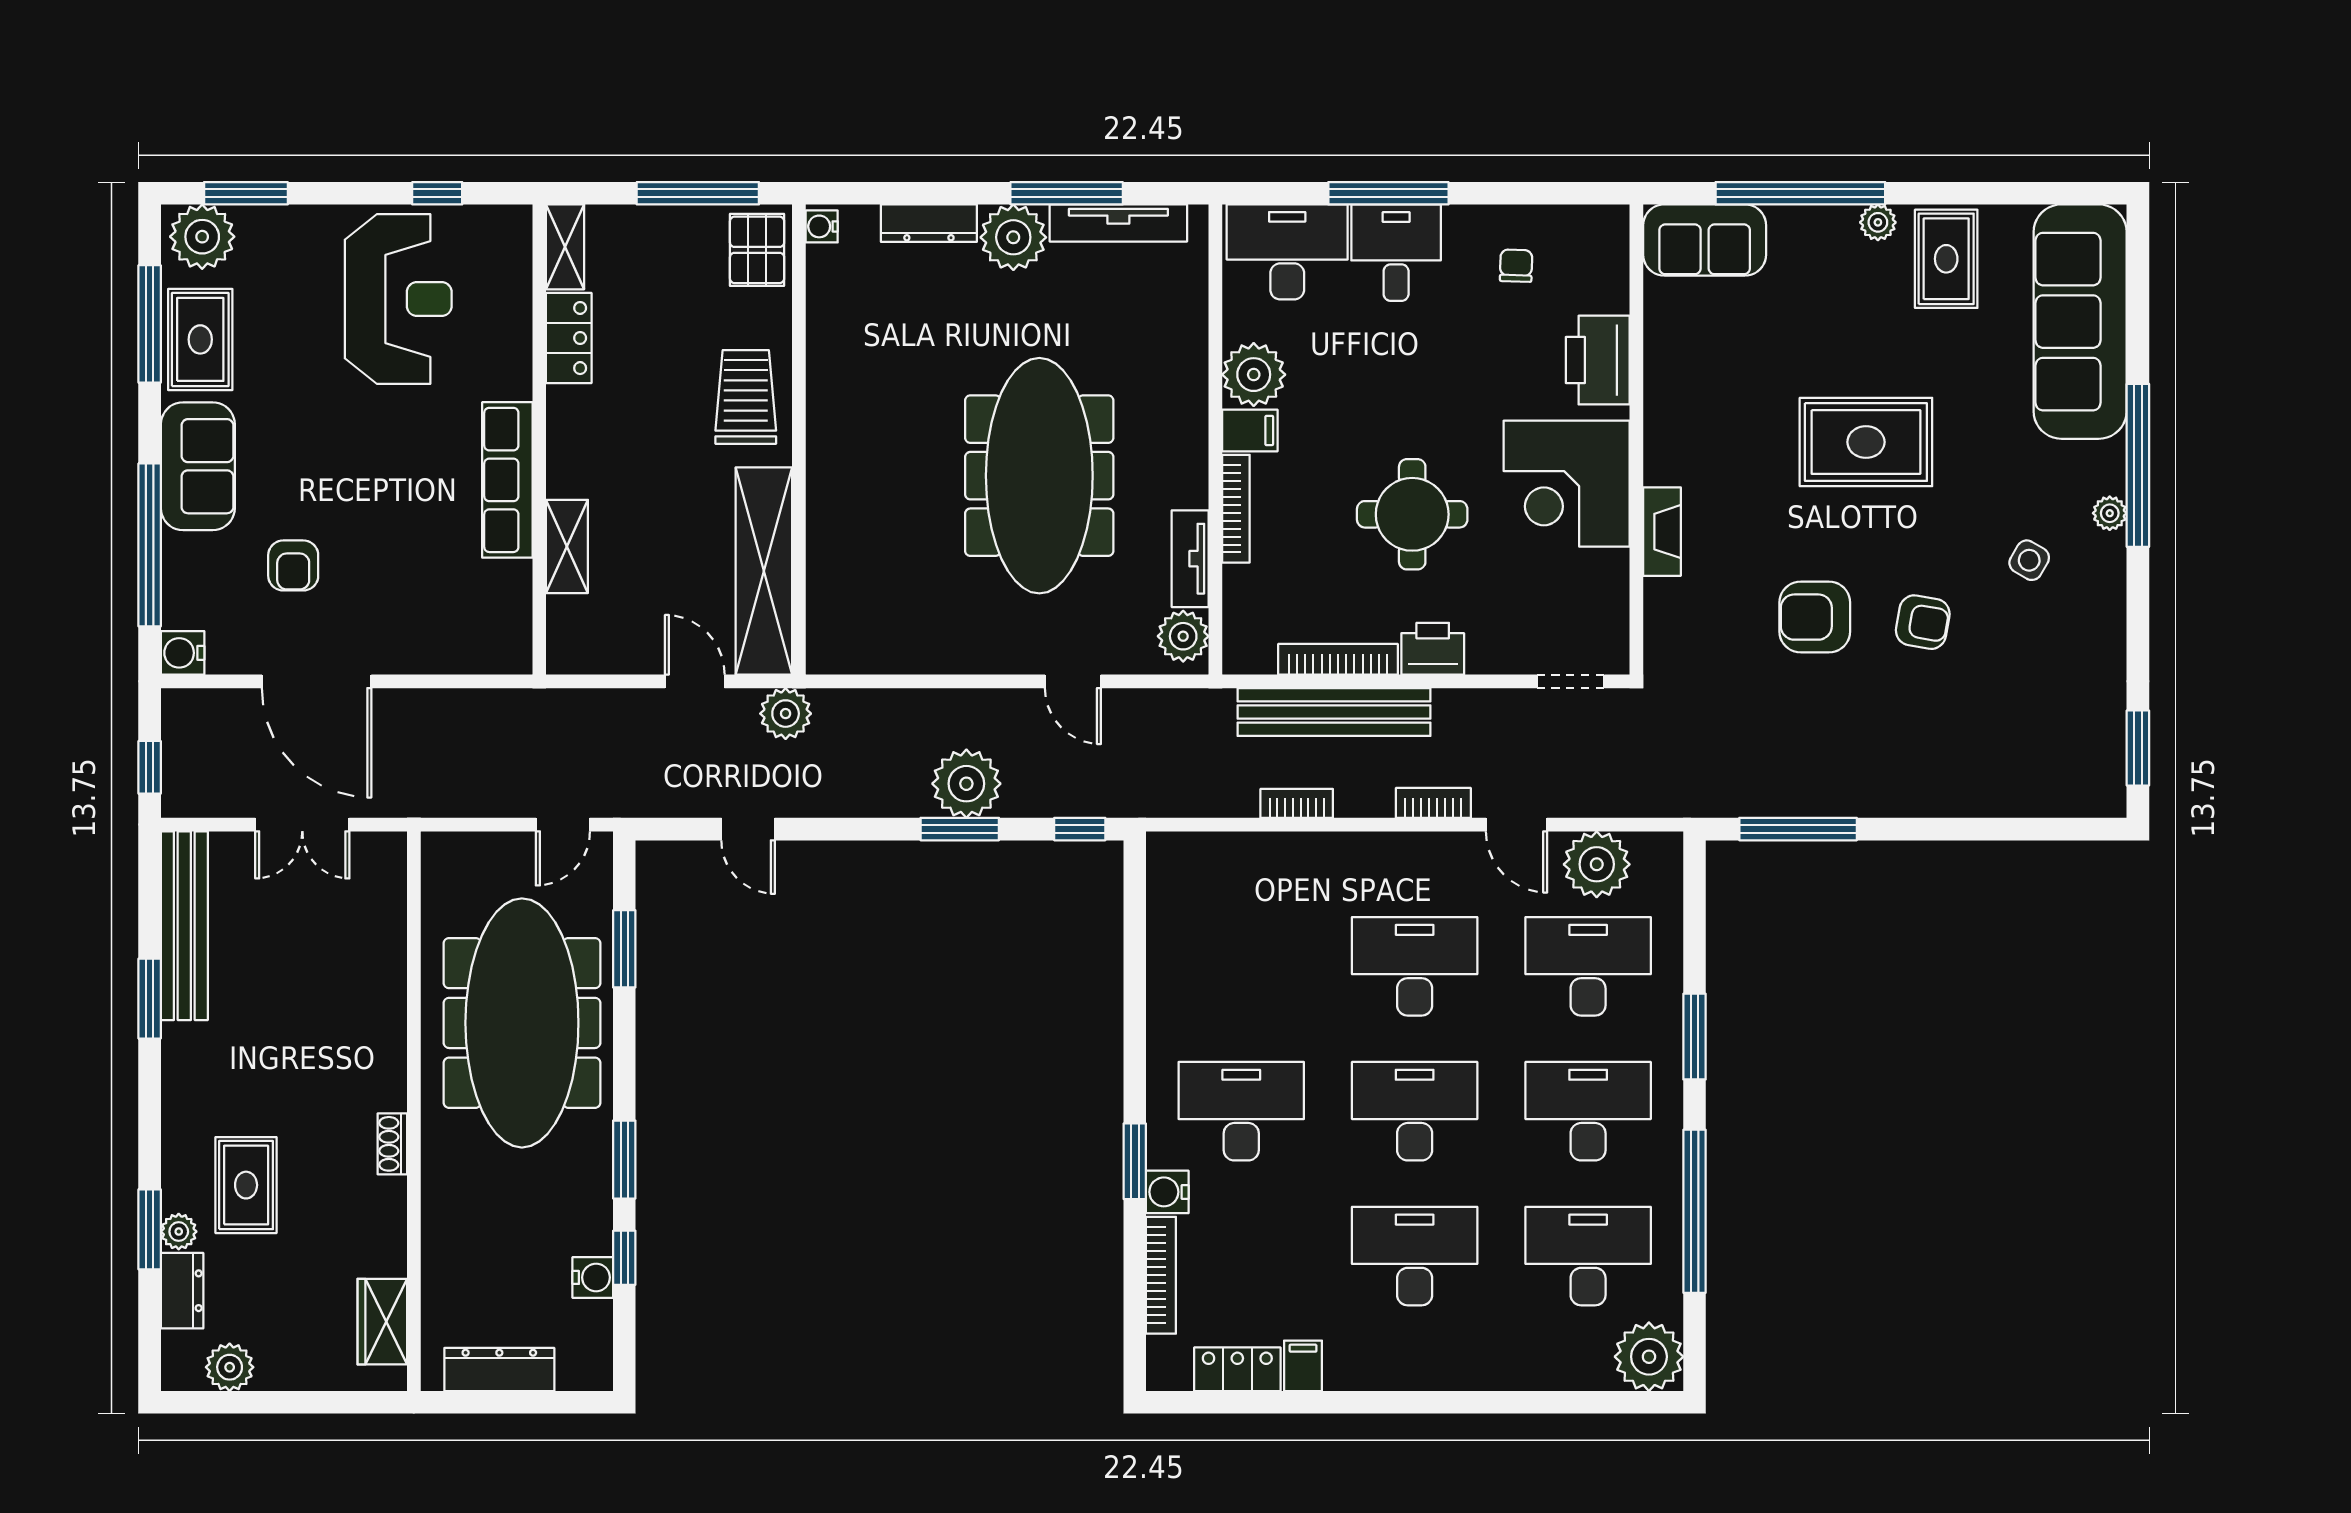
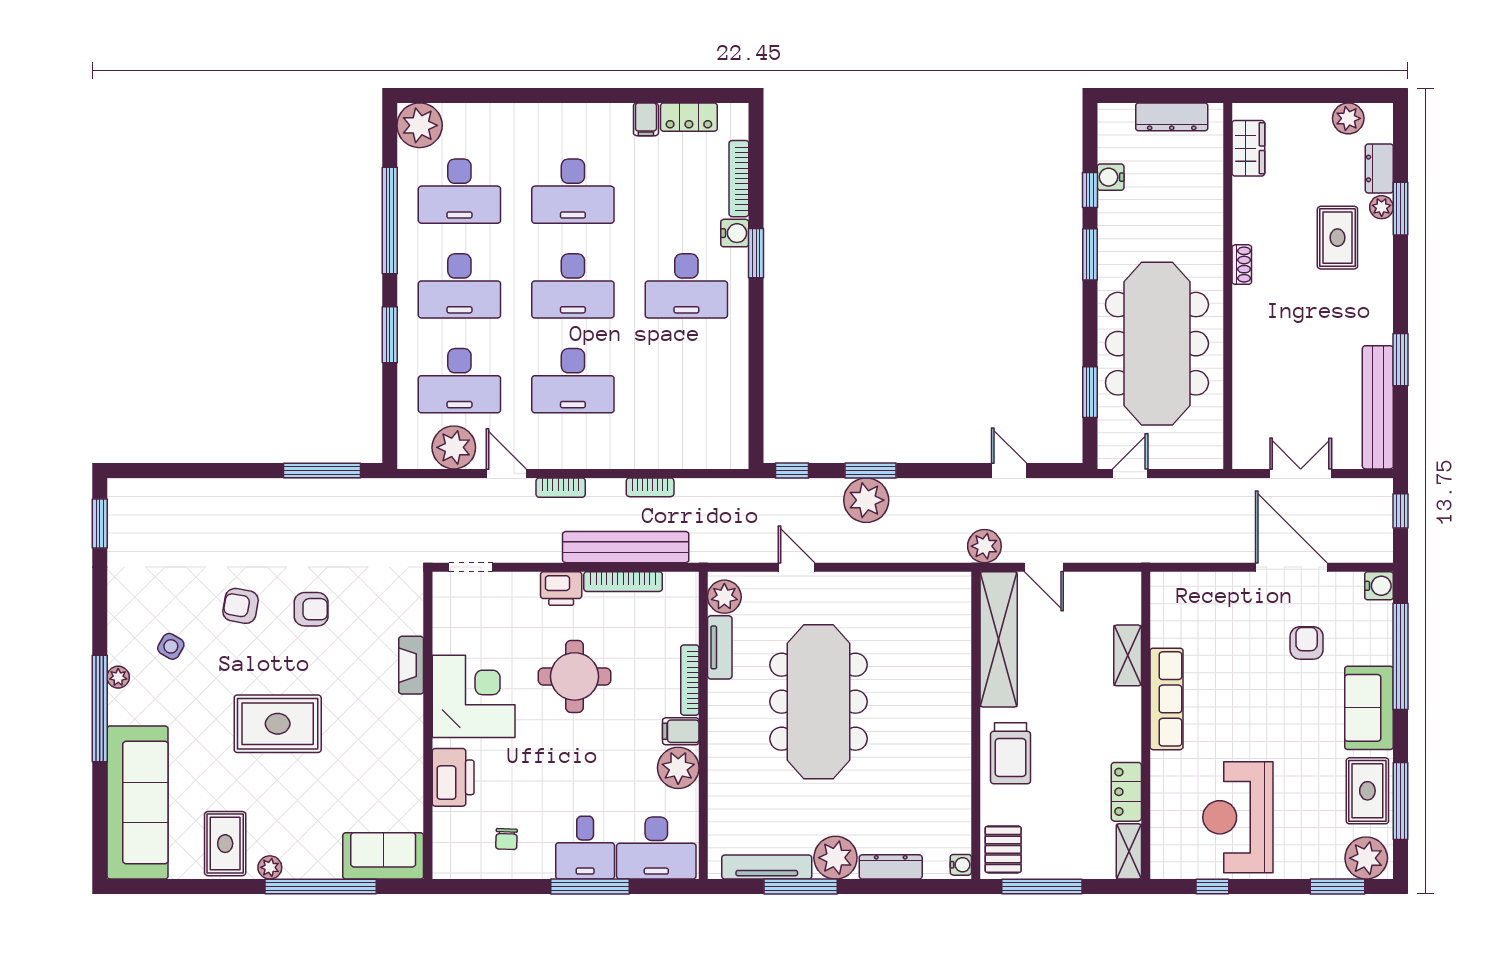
armchair: (1815, 617) -> (311, 609), width x0.72, depth x0.72

